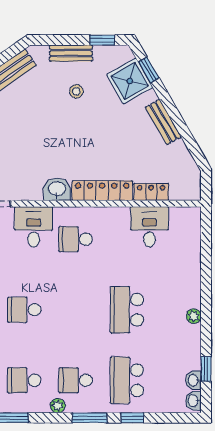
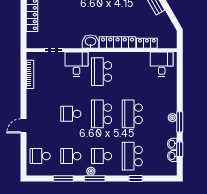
desk: (149, 227) -> (162, 64), moved
school desk: (76, 239) -> (102, 72), width x1.85
school desk: (76, 310) -> (102, 114), added
window: (206, 323) -> (180, 122), added
washbasin: (193, 401) -> (172, 144), moved
window: (90, 418) -> (95, 179), moved

